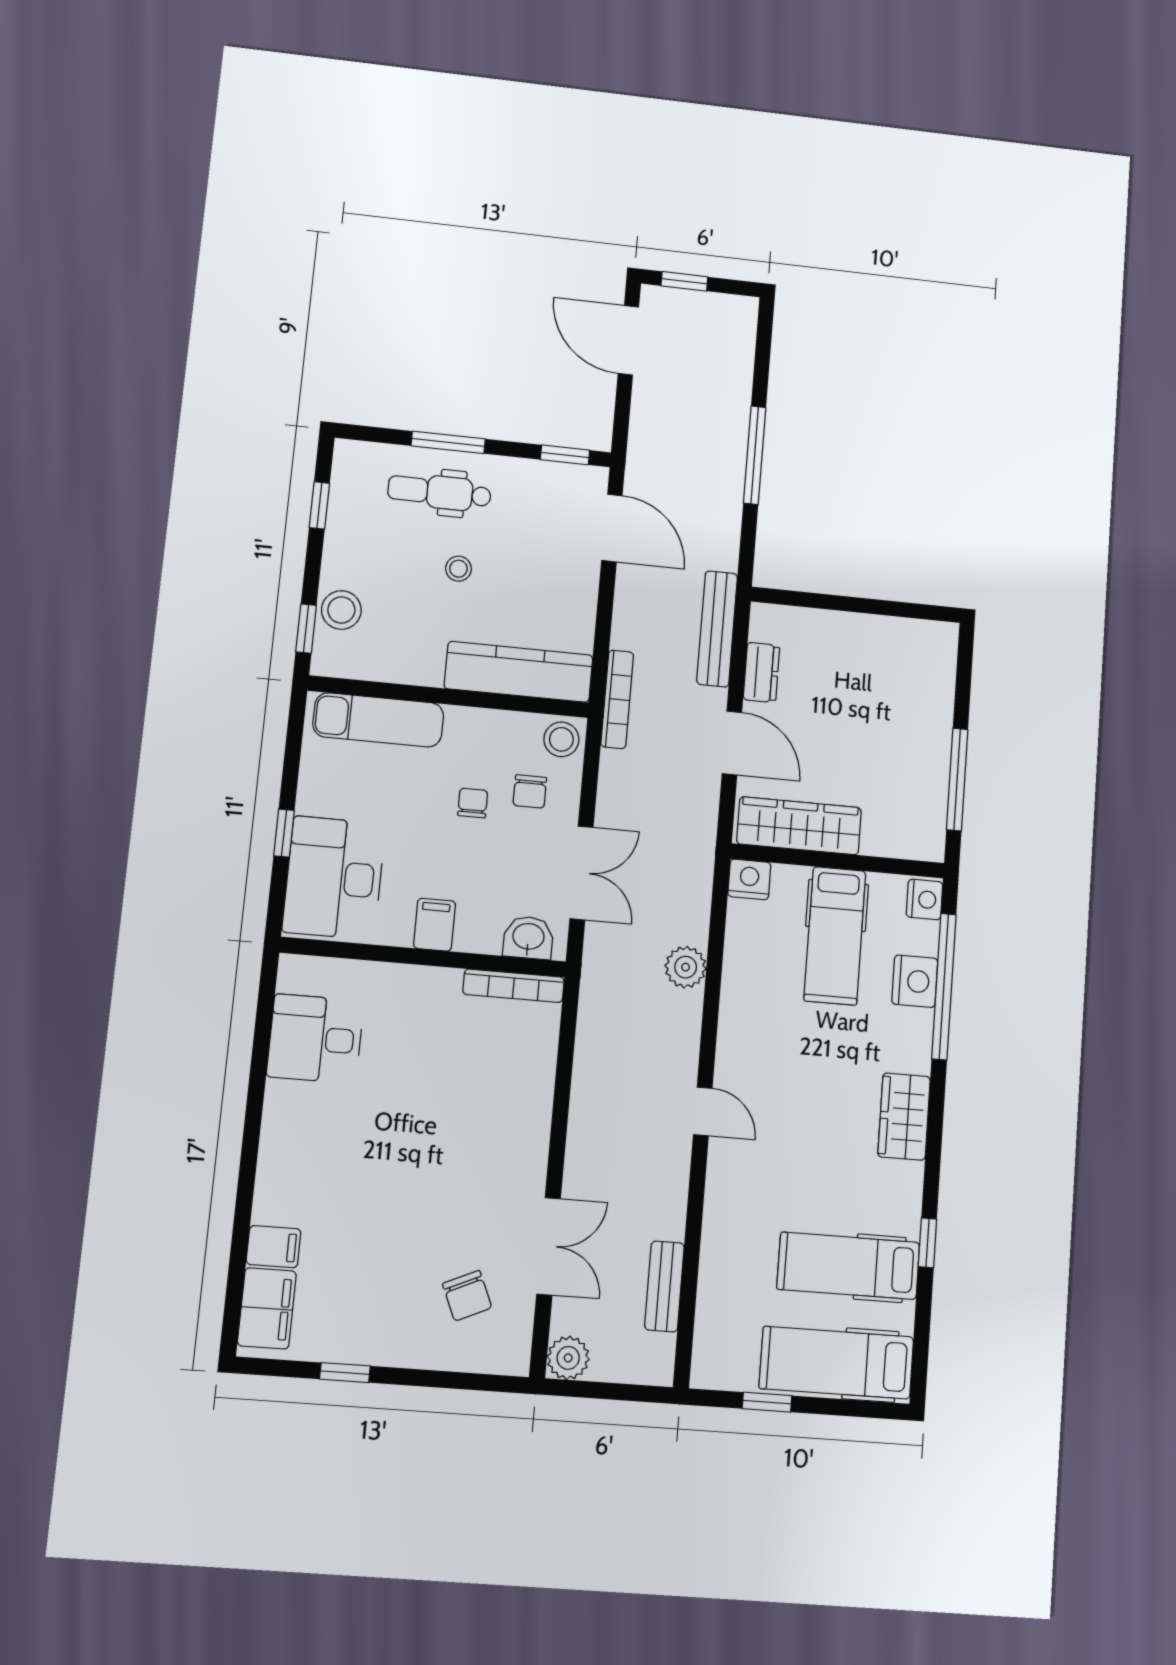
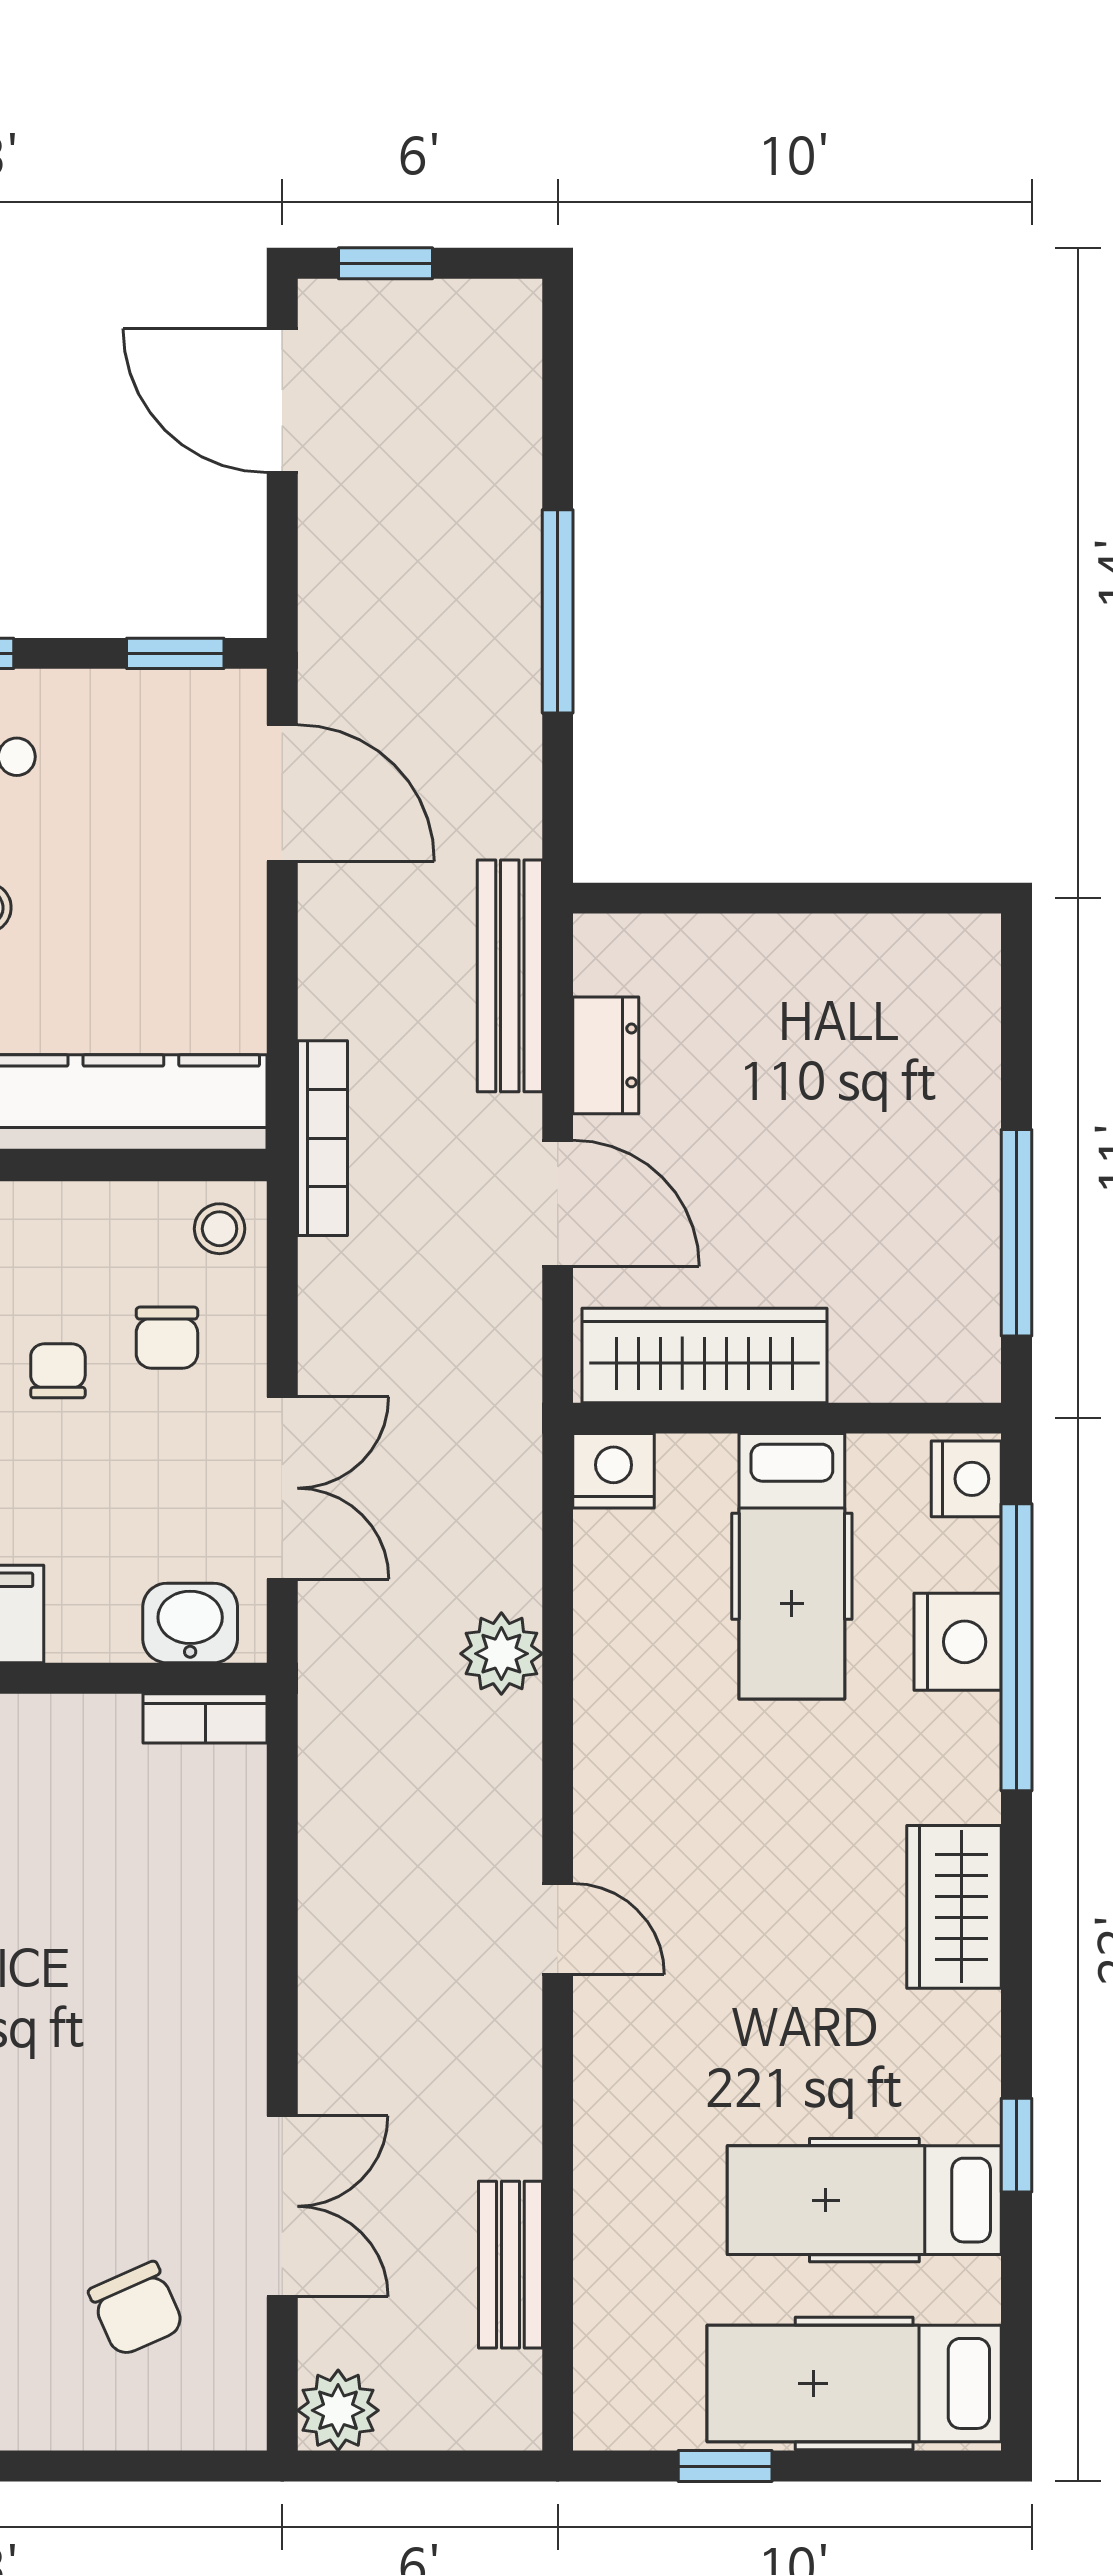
stool: (561, 739) -> (220, 1229), width x0.73, depth x0.73
bookcase: (514, 986) -> (205, 1718), width x0.64

